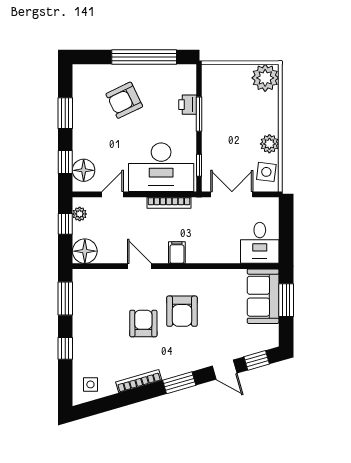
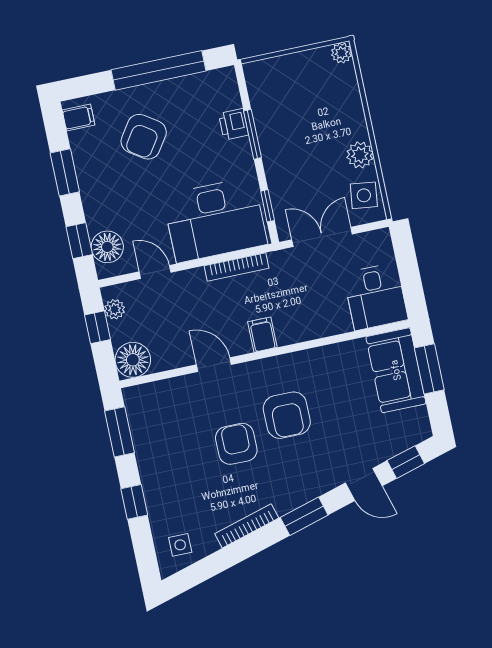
filing cabinet: (83, 78) -> (79, 118), added
plant: (265, 78) -> (342, 53), width x0.53, depth x0.53
armchair: (124, 100) -> (144, 137), turned -30
door: (113, 194) -> (155, 272), hinge flipped

